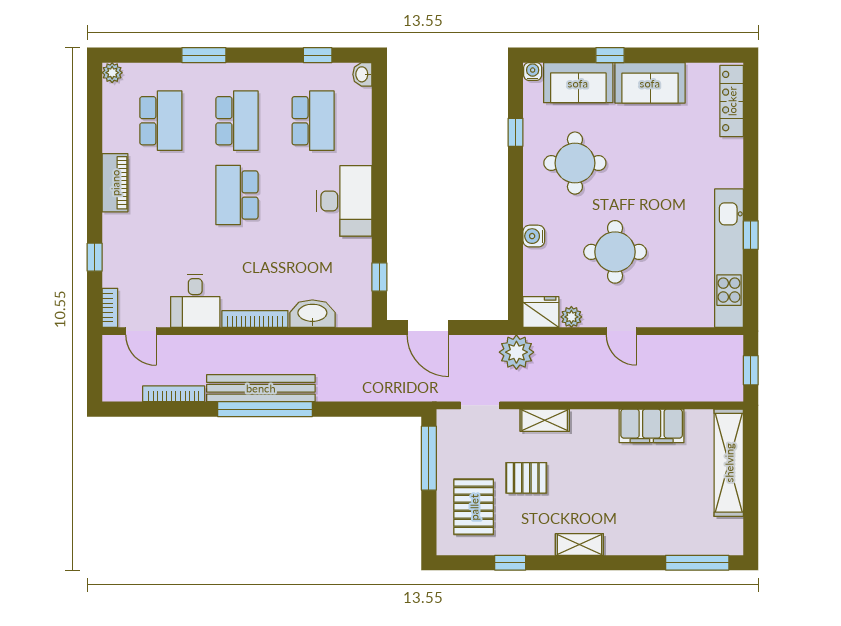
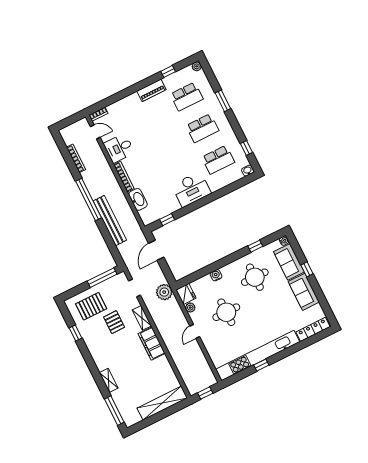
school desk: (237, 195) -> (172, 144), removed
window: (95, 257) -> (168, 71), moved
kitchen unit: (729, 258) -> (258, 356), width x1.36
door: (141, 331) -> (95, 132), swing flipped
bench: (261, 388) -> (110, 221), moved
filing cabinet: (652, 426) -> (152, 344), moved
shelving: (579, 544) -> (109, 380), moved

